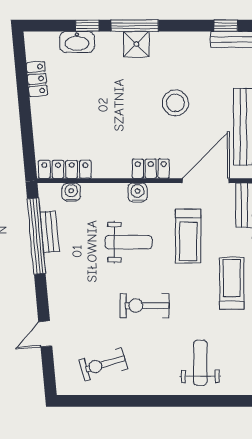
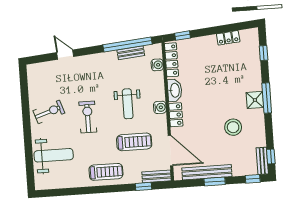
window: (87, 26) -> (264, 53), moved
washbasin: (77, 42) -> (175, 90), moved, turned 180
stool: (175, 103) -> (233, 127), moved
window: (28, 149) -> (183, 36), added
treadmill: (188, 236) -> (134, 142), turned 180
weight bench: (200, 363) -> (54, 155), width x1.36, depth x1.33
exercise bike: (103, 364) -> (49, 112), moved, turned 88

